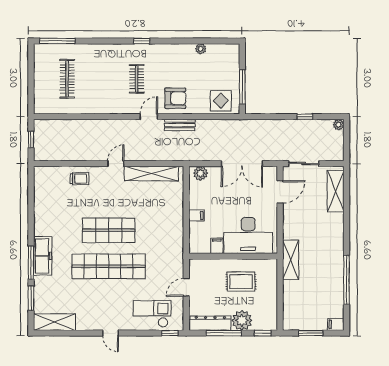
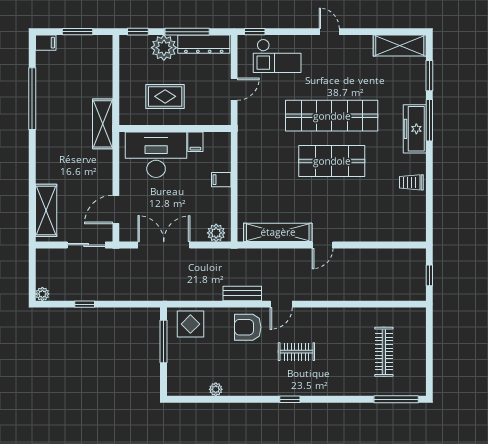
clothes rail: (137, 79) -> (296, 352), turned 90
trolley: (79, 179) -> (411, 182), moved

